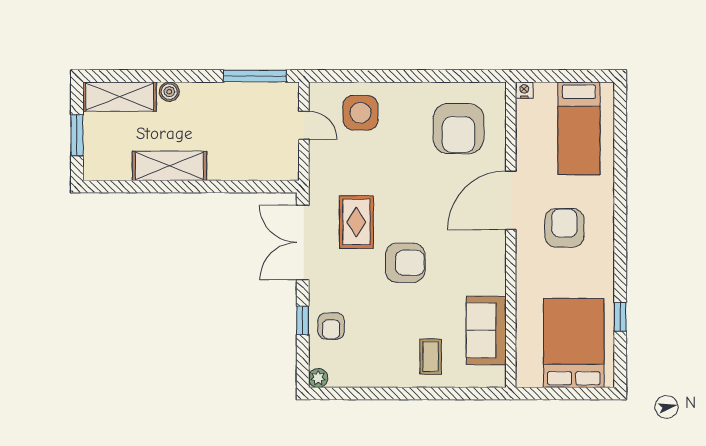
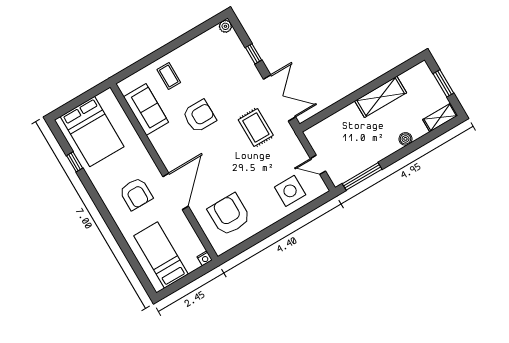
shelving: (120, 97) -> (440, 118), width x0.67, depth x0.75
armchair: (405, 263) -> (199, 116), moved, turned 180
armchair: (331, 326) -> (235, 60), removed

